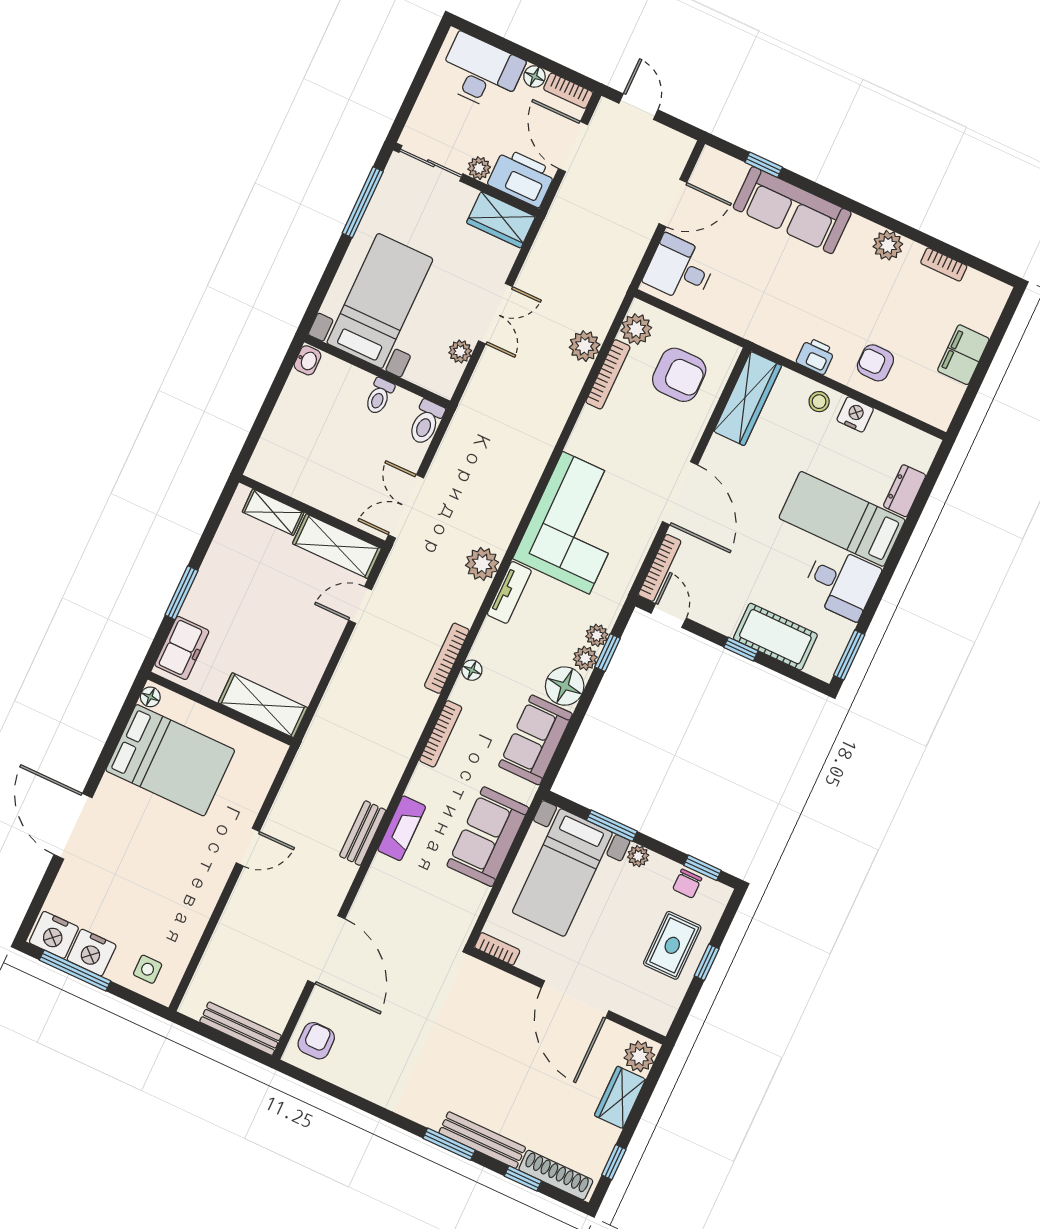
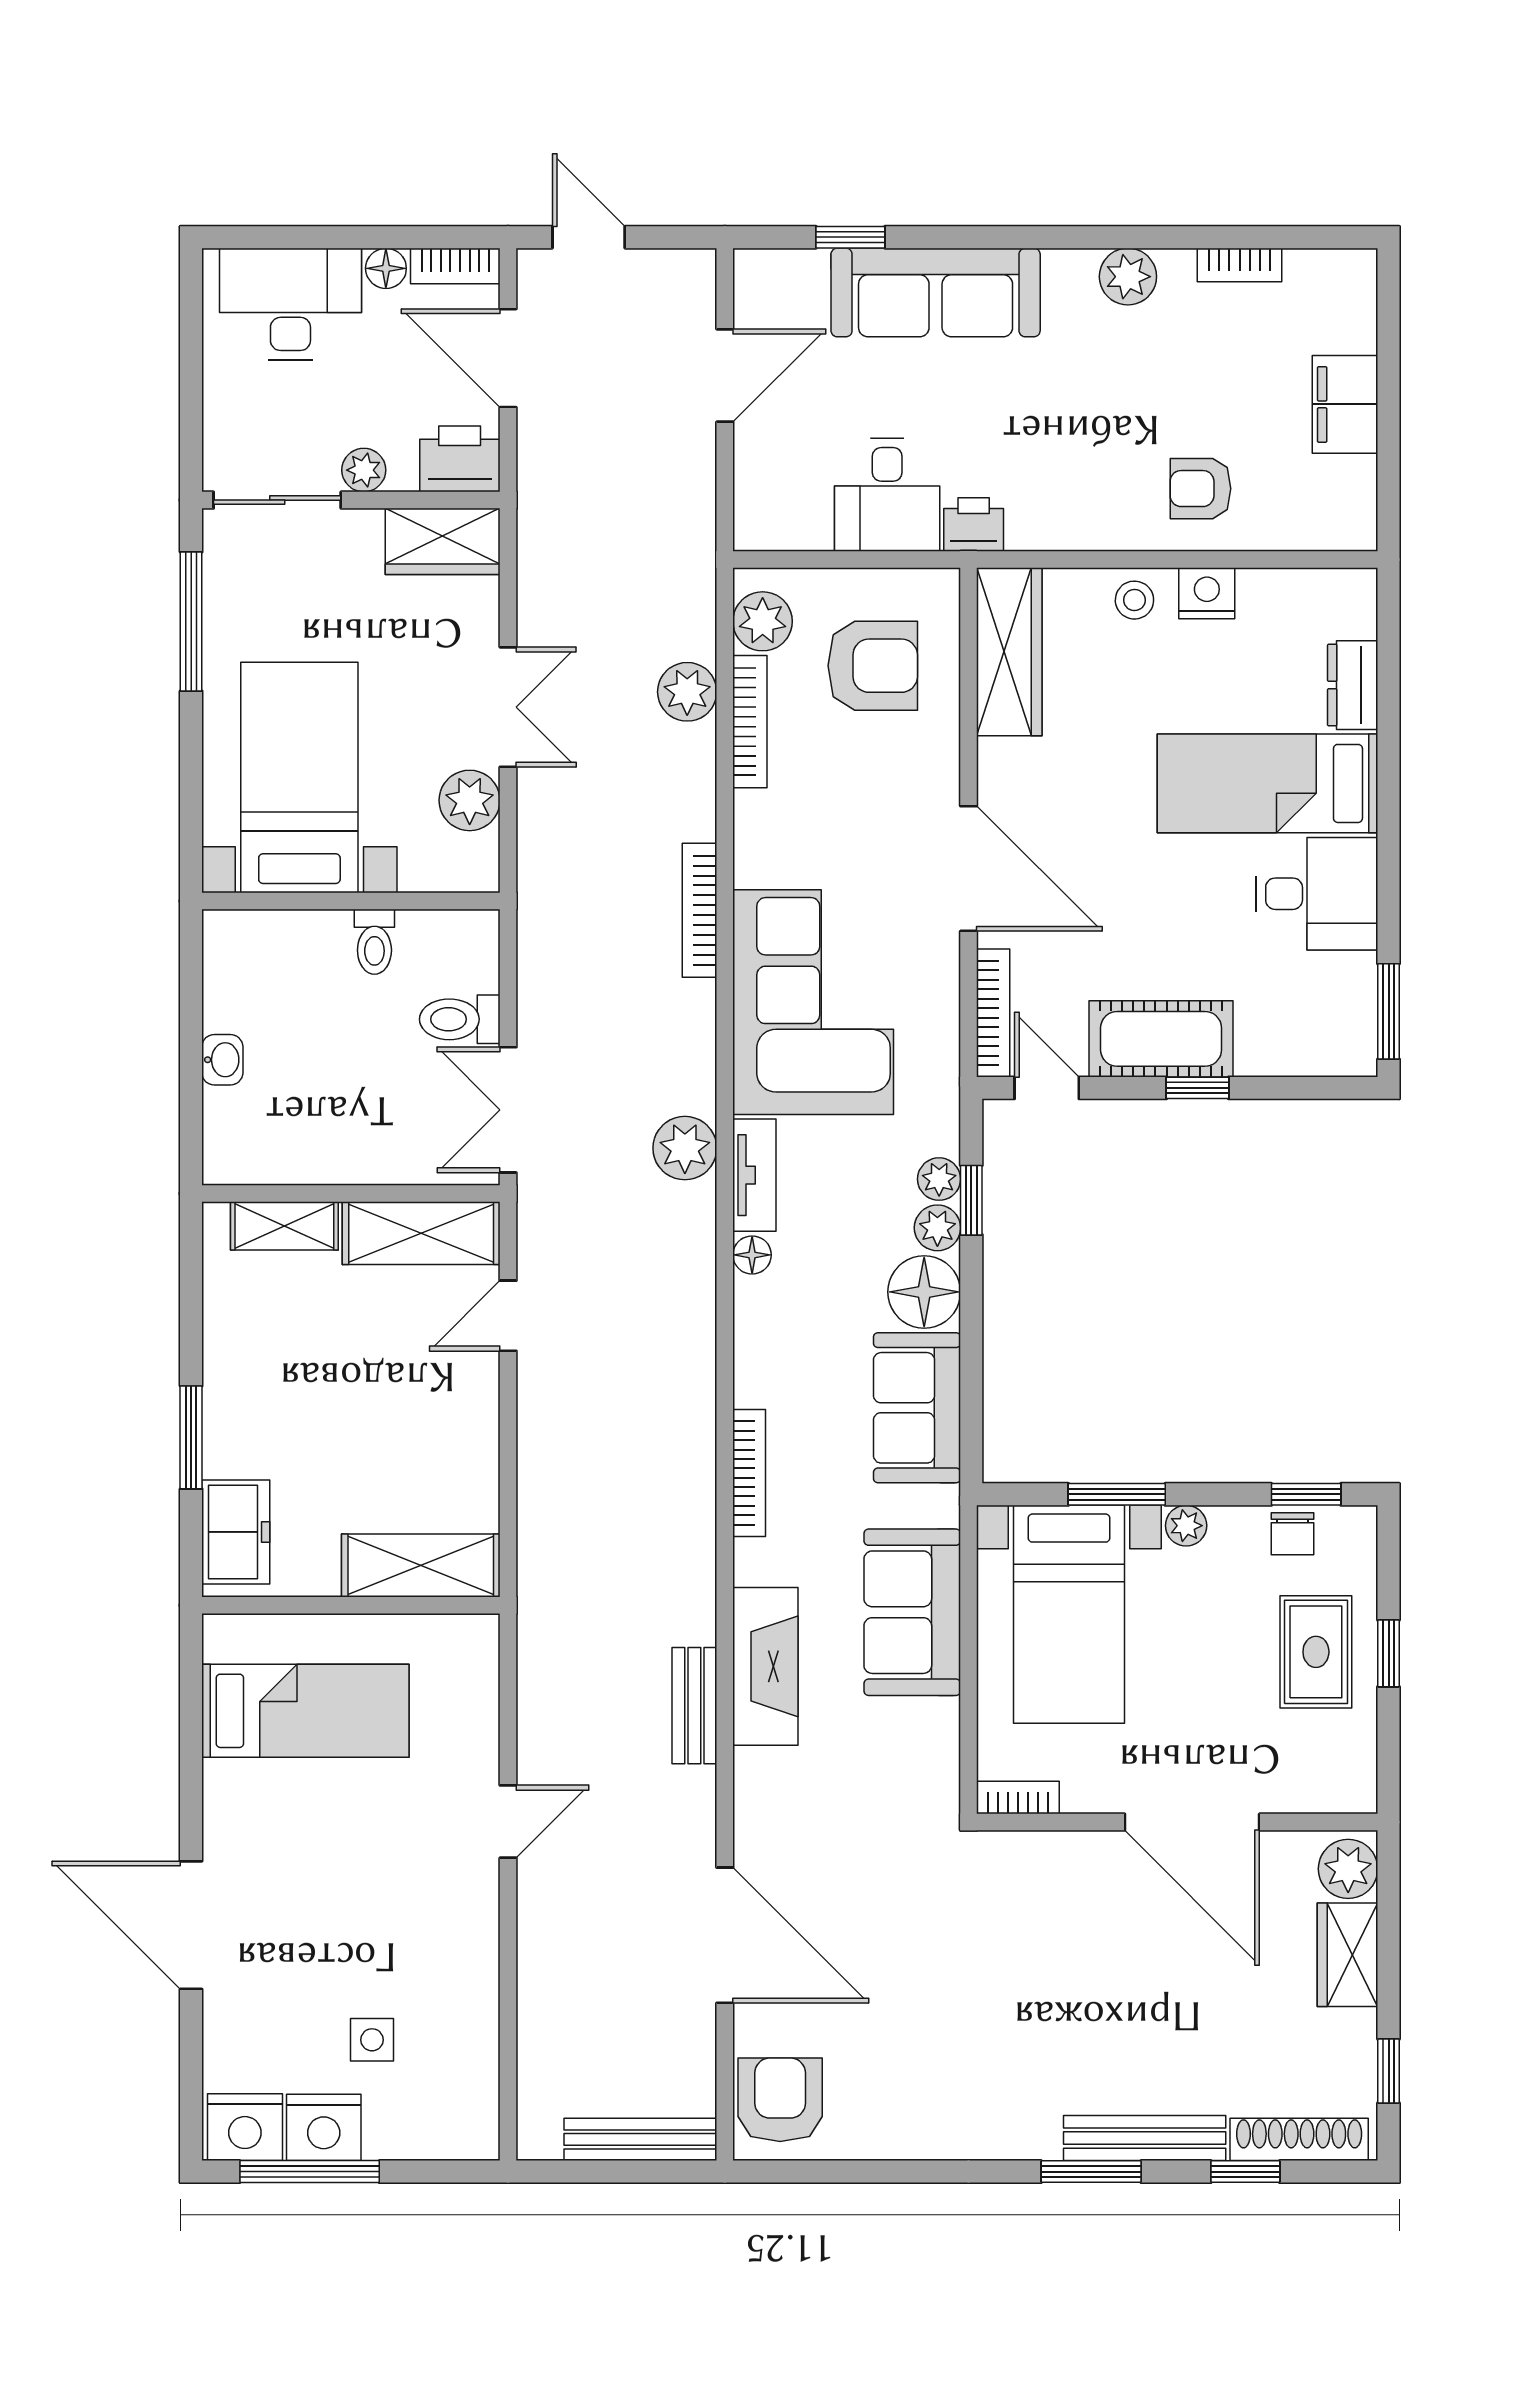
printer: (522, 178) -> (460, 459), width x0.73, depth x0.84
desk: (680, 269) -> (887, 495), moved, turned -90
plant: (460, 352) -> (470, 800), width x1.38, depth x1.38
printer: (816, 356) -> (974, 524), moved
washbasin: (307, 360) -> (222, 1060), moved
toilet: (426, 422) -> (460, 1019), moved, turned 90
cot: (775, 637) -> (1161, 1039), moved
bookcase: (447, 658) -> (699, 910), moved
floor lamp: (472, 670) -> (752, 1255), moved
floor lamp: (150, 697) -> (221, 1641), removed
bed: (170, 760) -> (305, 1711), width x0.67
fireplace: (402, 828) -> (765, 1666), width x1.37, depth x1.32
side table: (148, 969) -> (372, 2040), moved
armchair: (316, 1041) -> (780, 2100), width x1.38, depth x1.38

